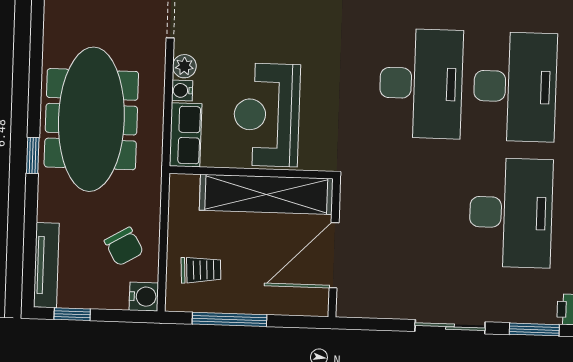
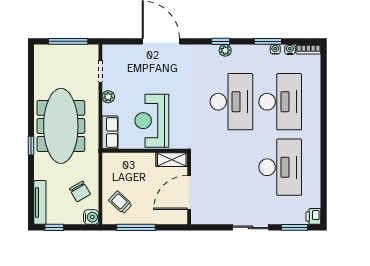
water cooler: (182, 90) -> (107, 109), removed
shelving: (266, 194) -> (172, 160), width x0.45, depth x0.75
trolley: (201, 270) -> (120, 202), turned -134

